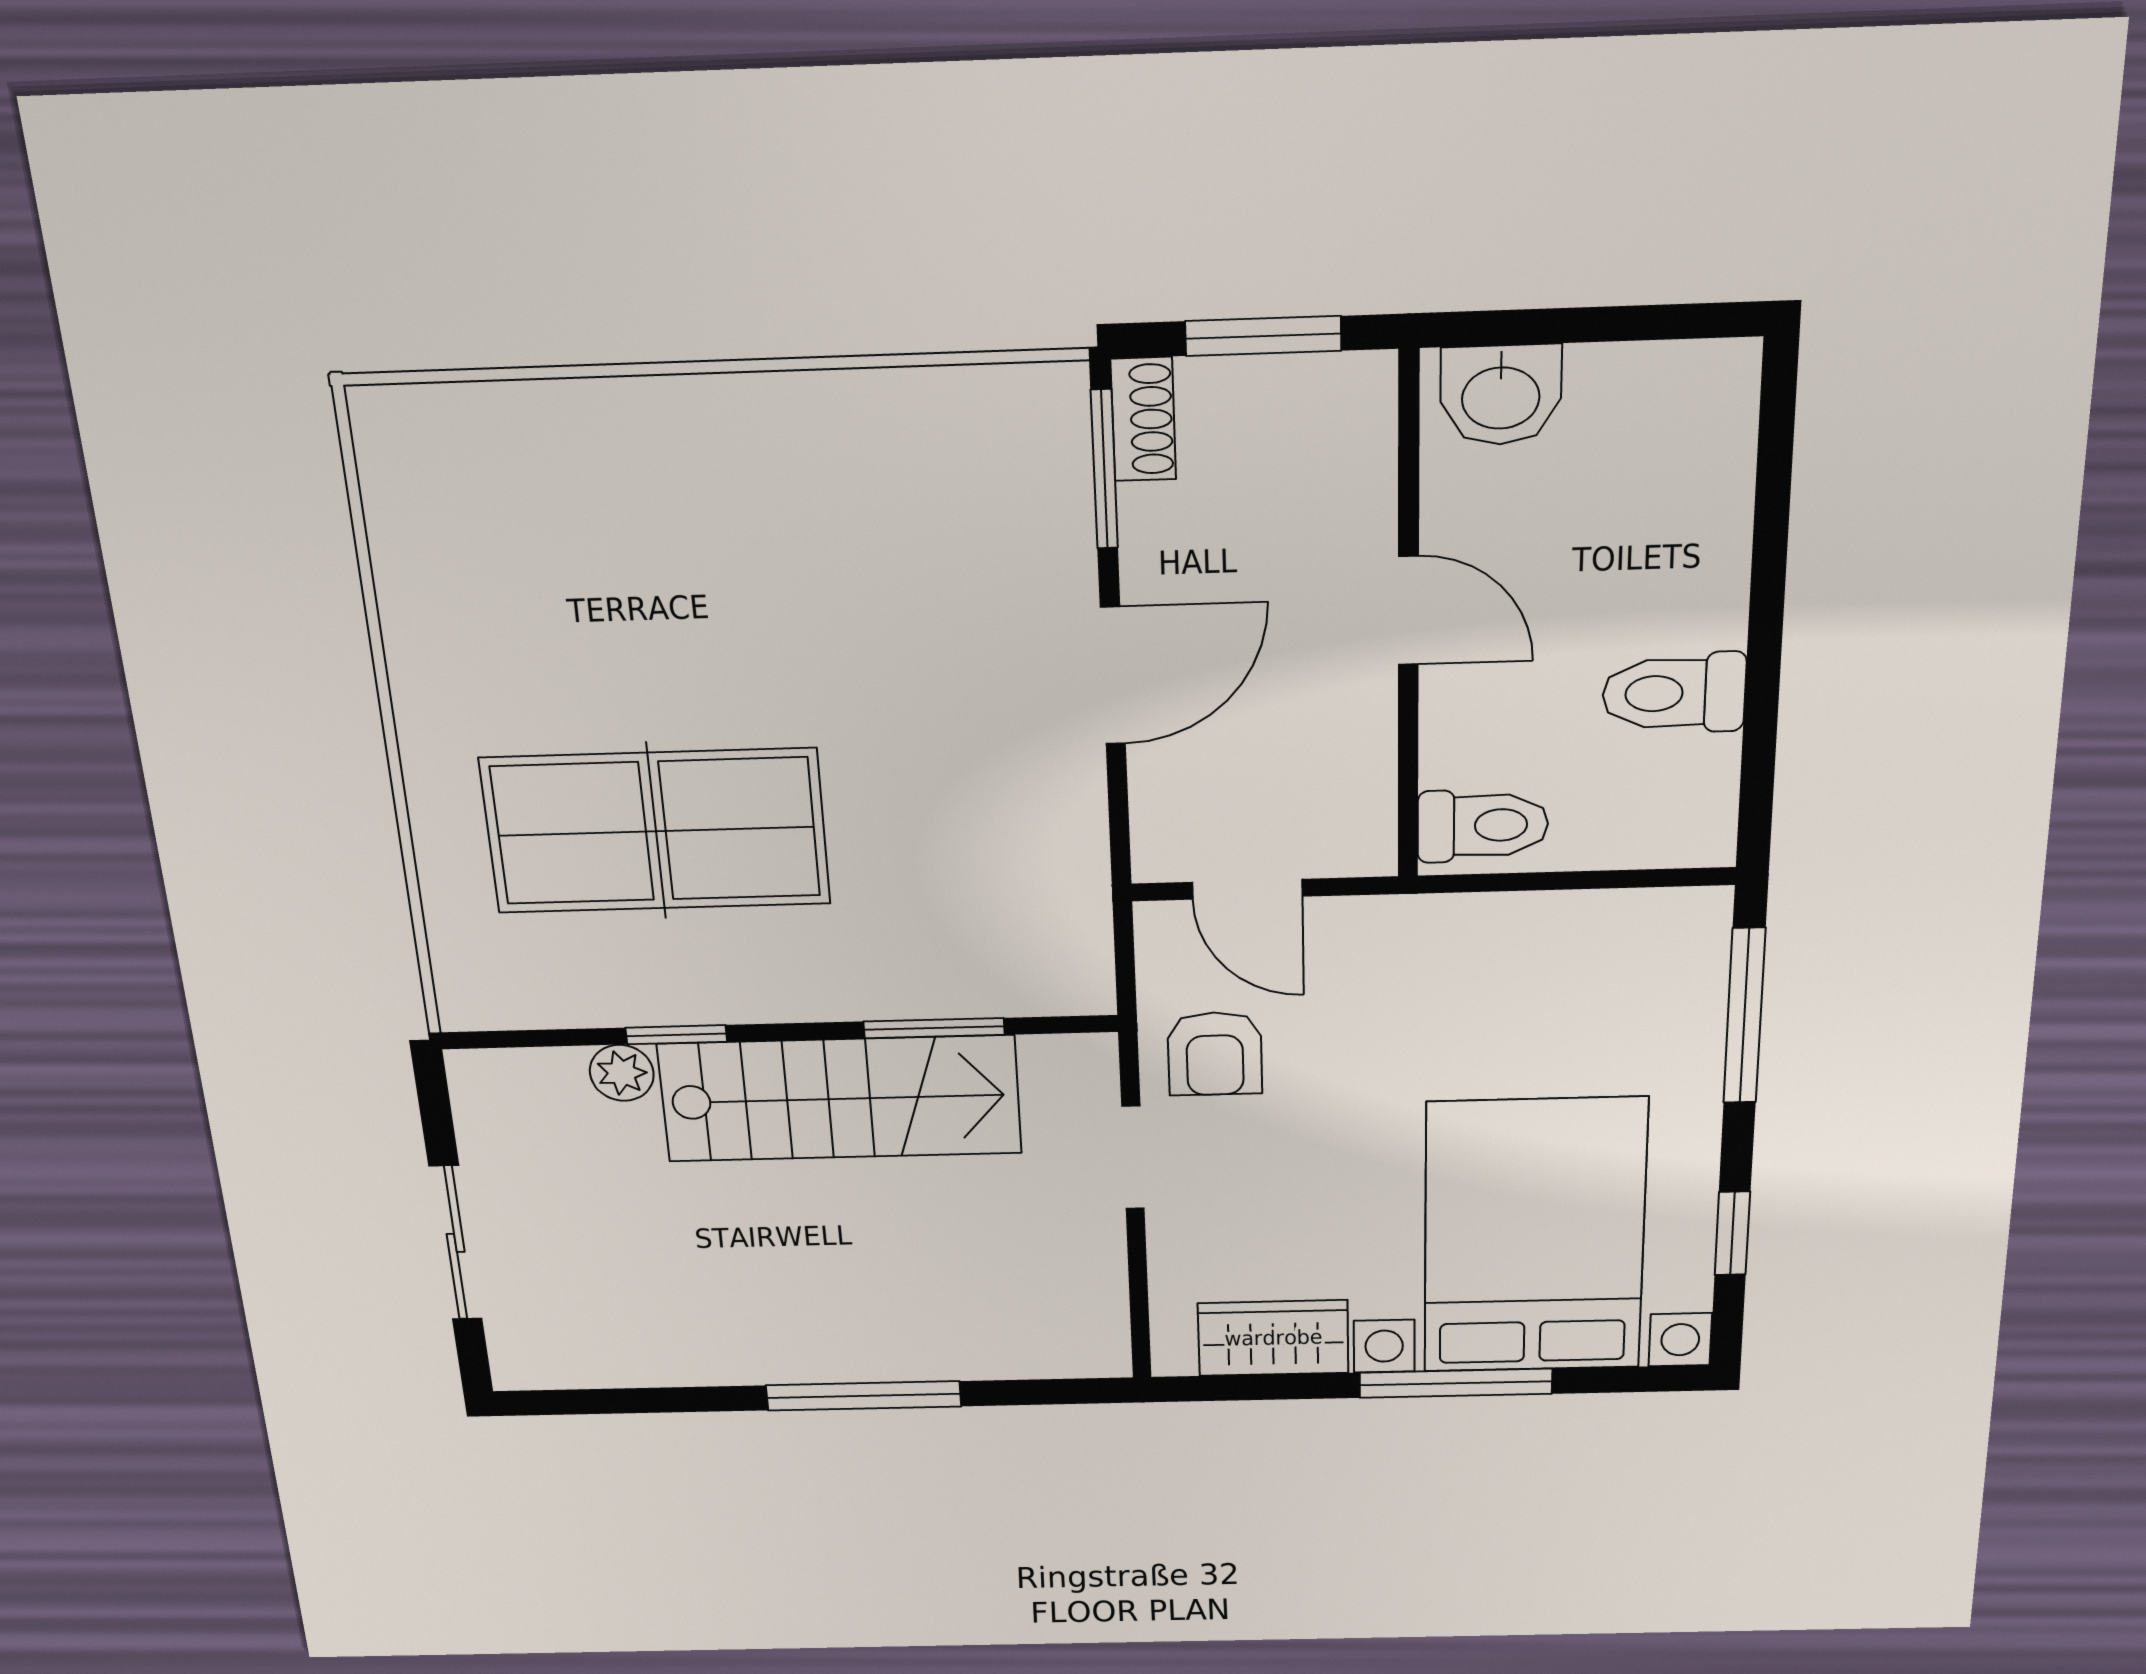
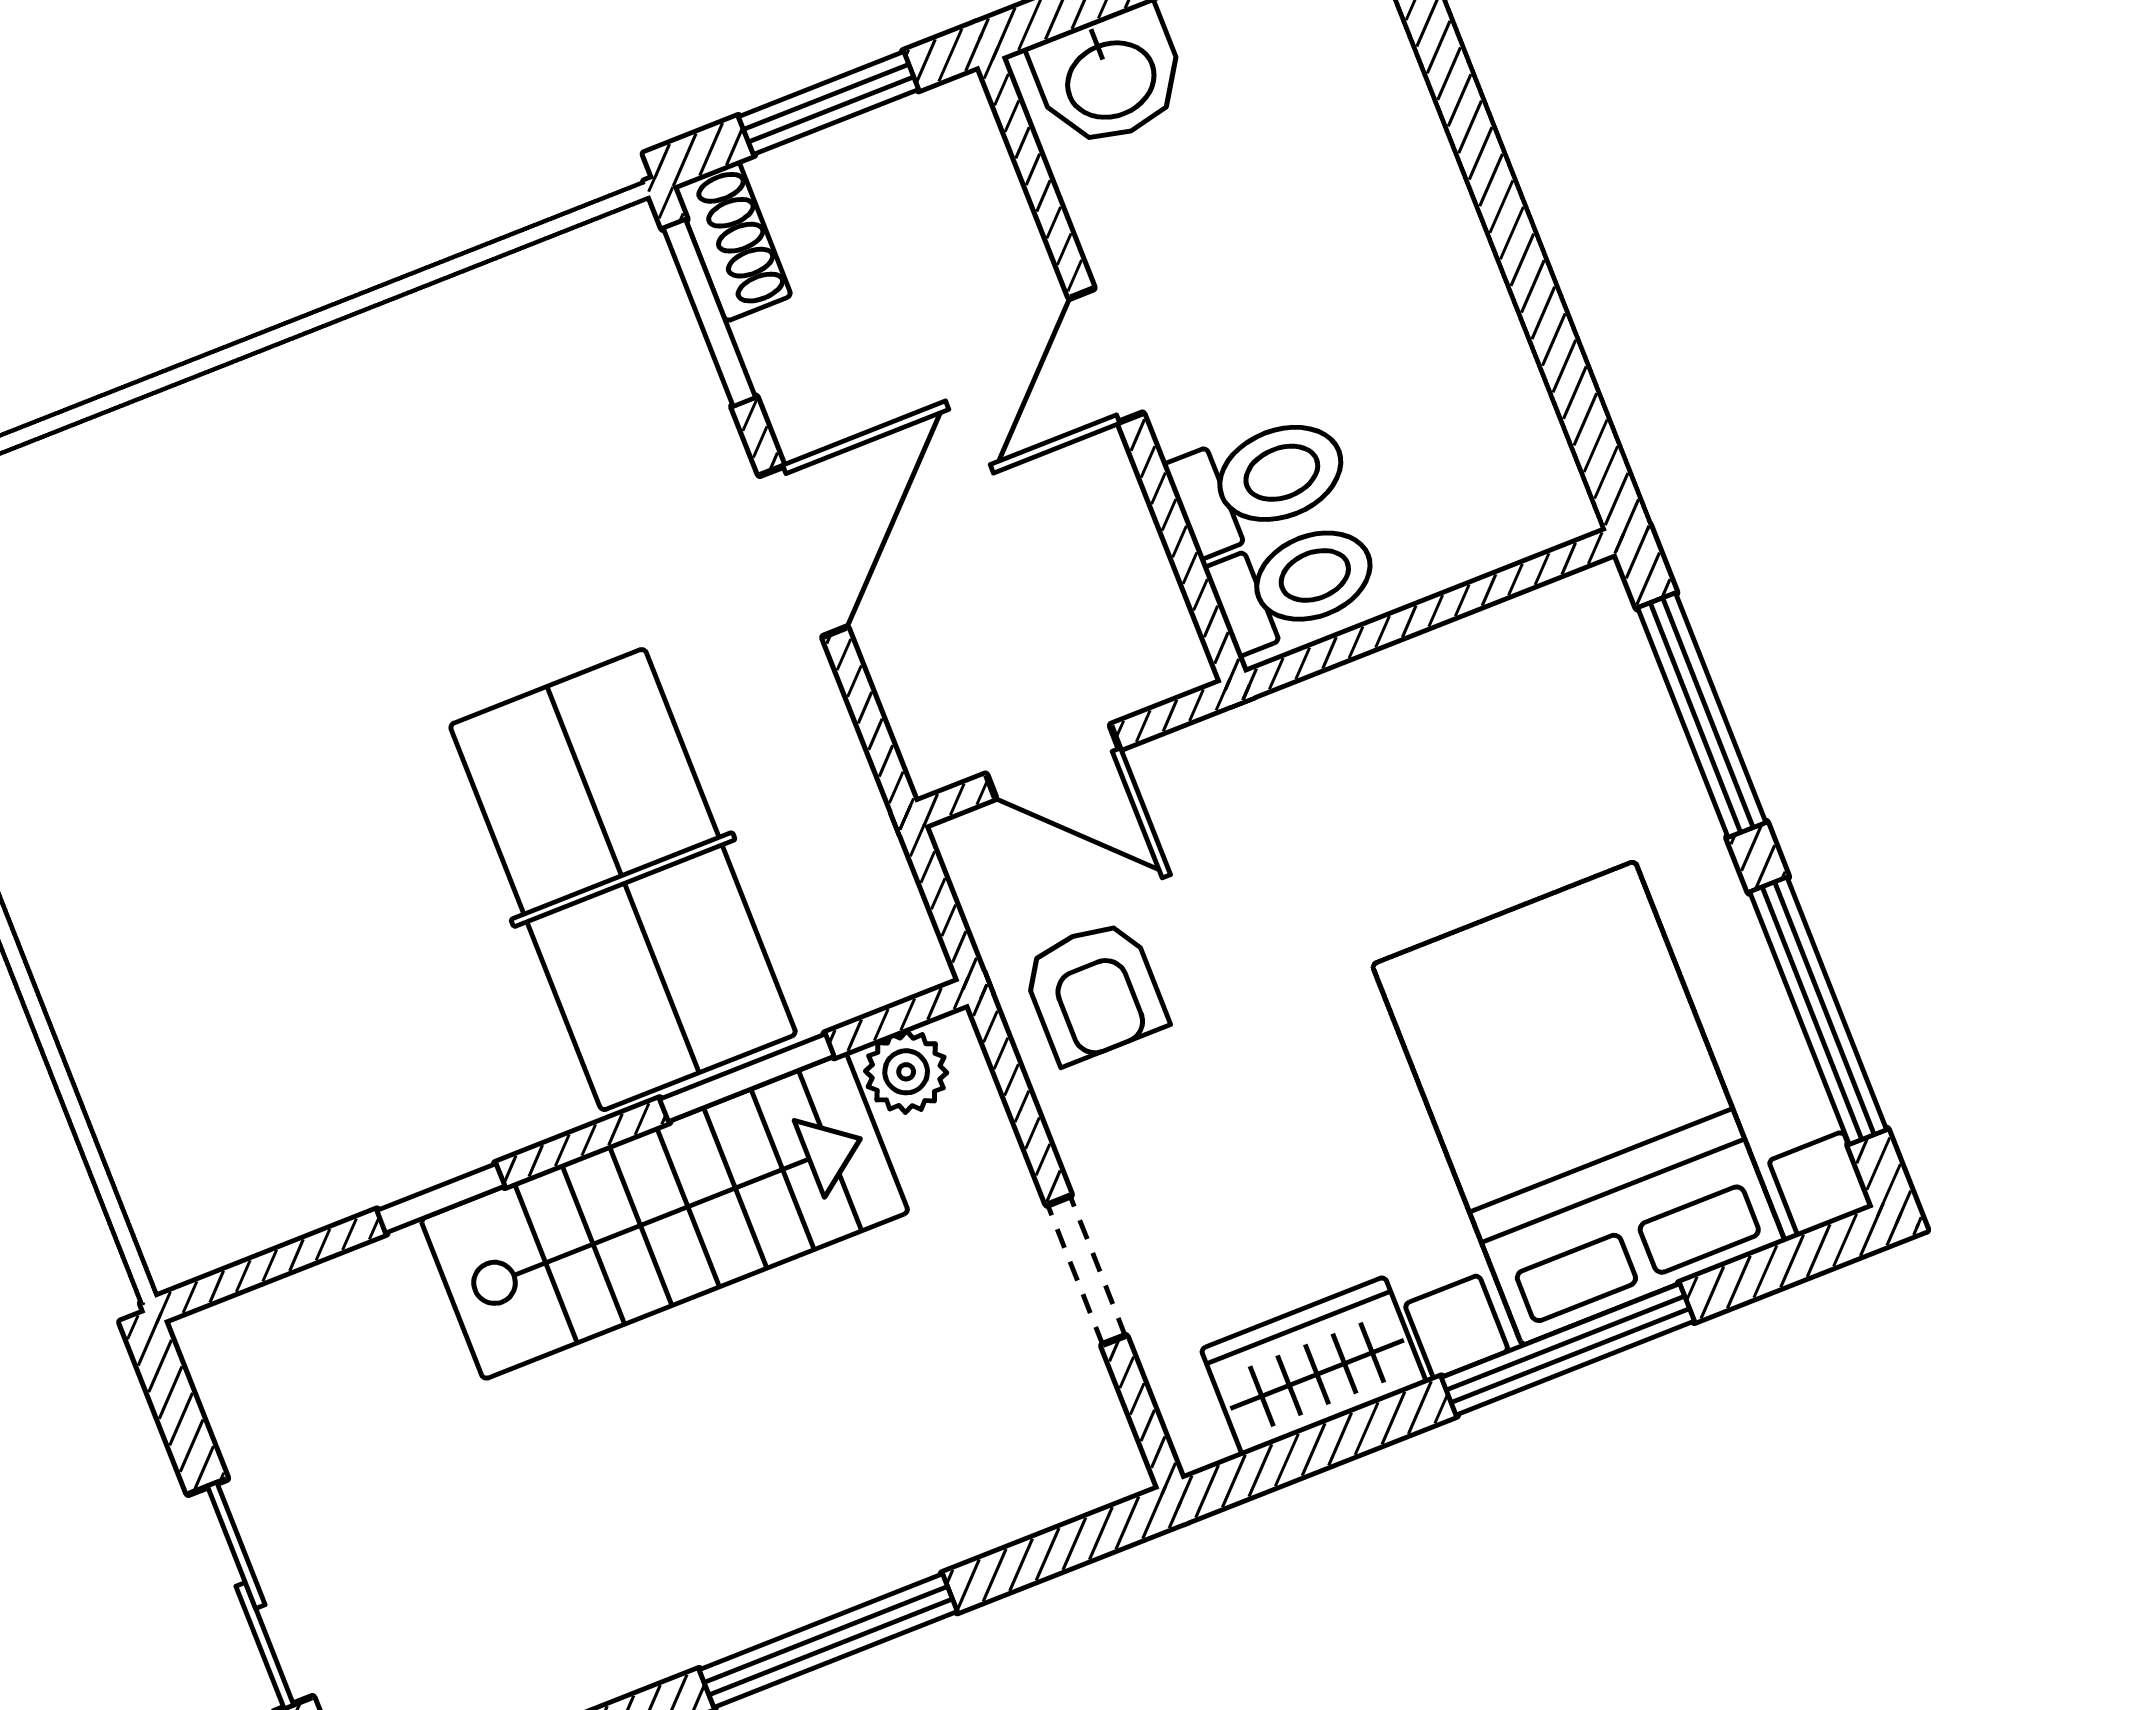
door: (1408, 611) -> (1106, 356), swing flipped
toilet: (1674, 693) -> (1260, 481), moved, turned 180
table tennis table: (656, 831) -> (623, 880), moved, turned 90
plant: (622, 1073) -> (906, 1072), moved
doorway: (1133, 1158) -> (1087, 1270), moved
window: (1732, 1233) -> (1818, 1011), width x2.17

